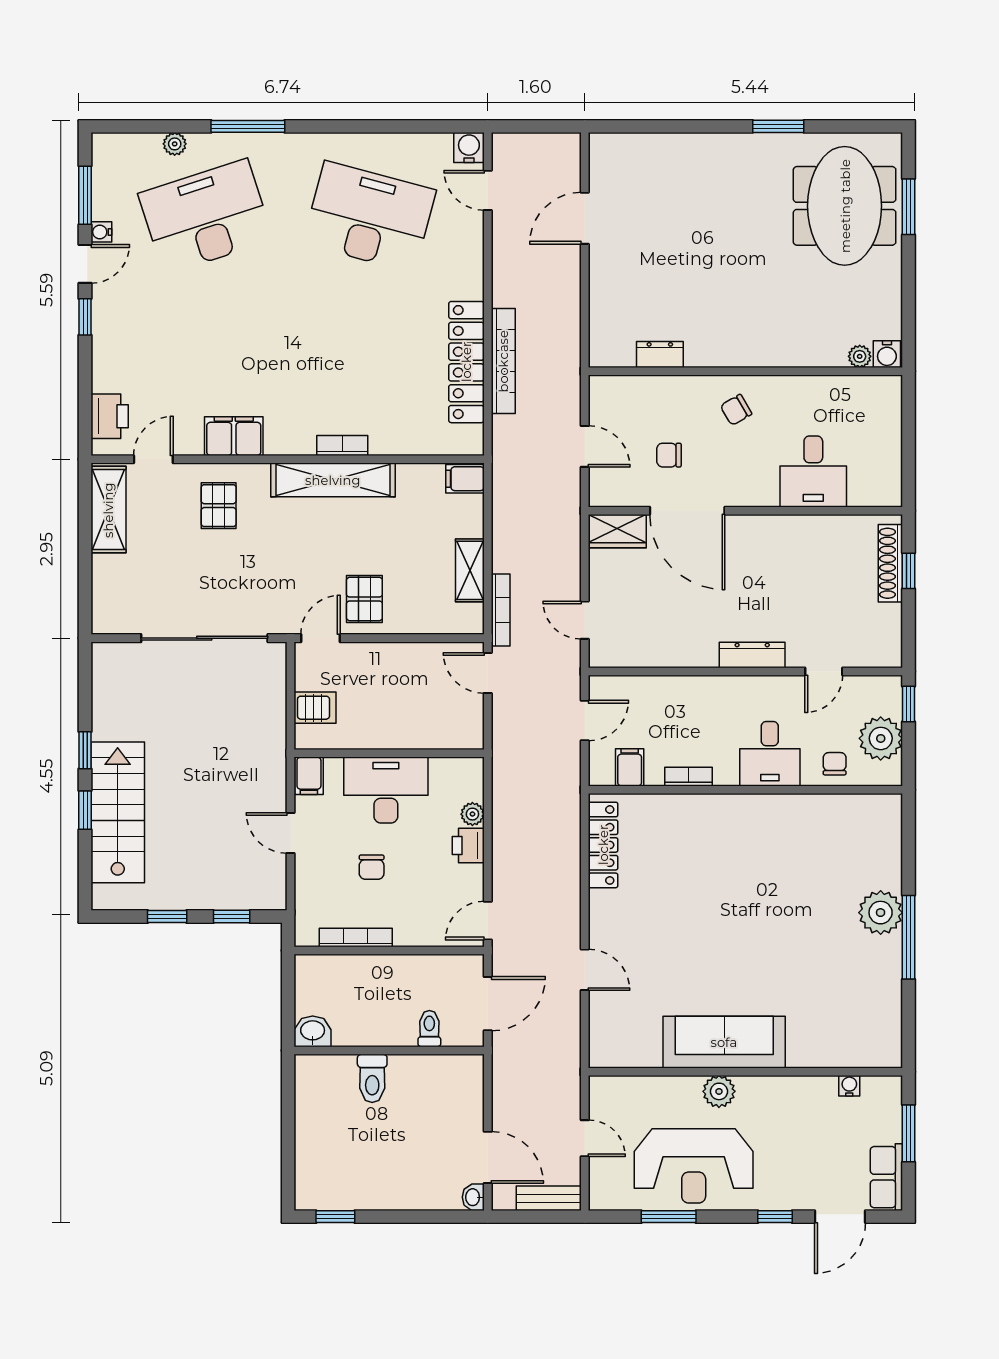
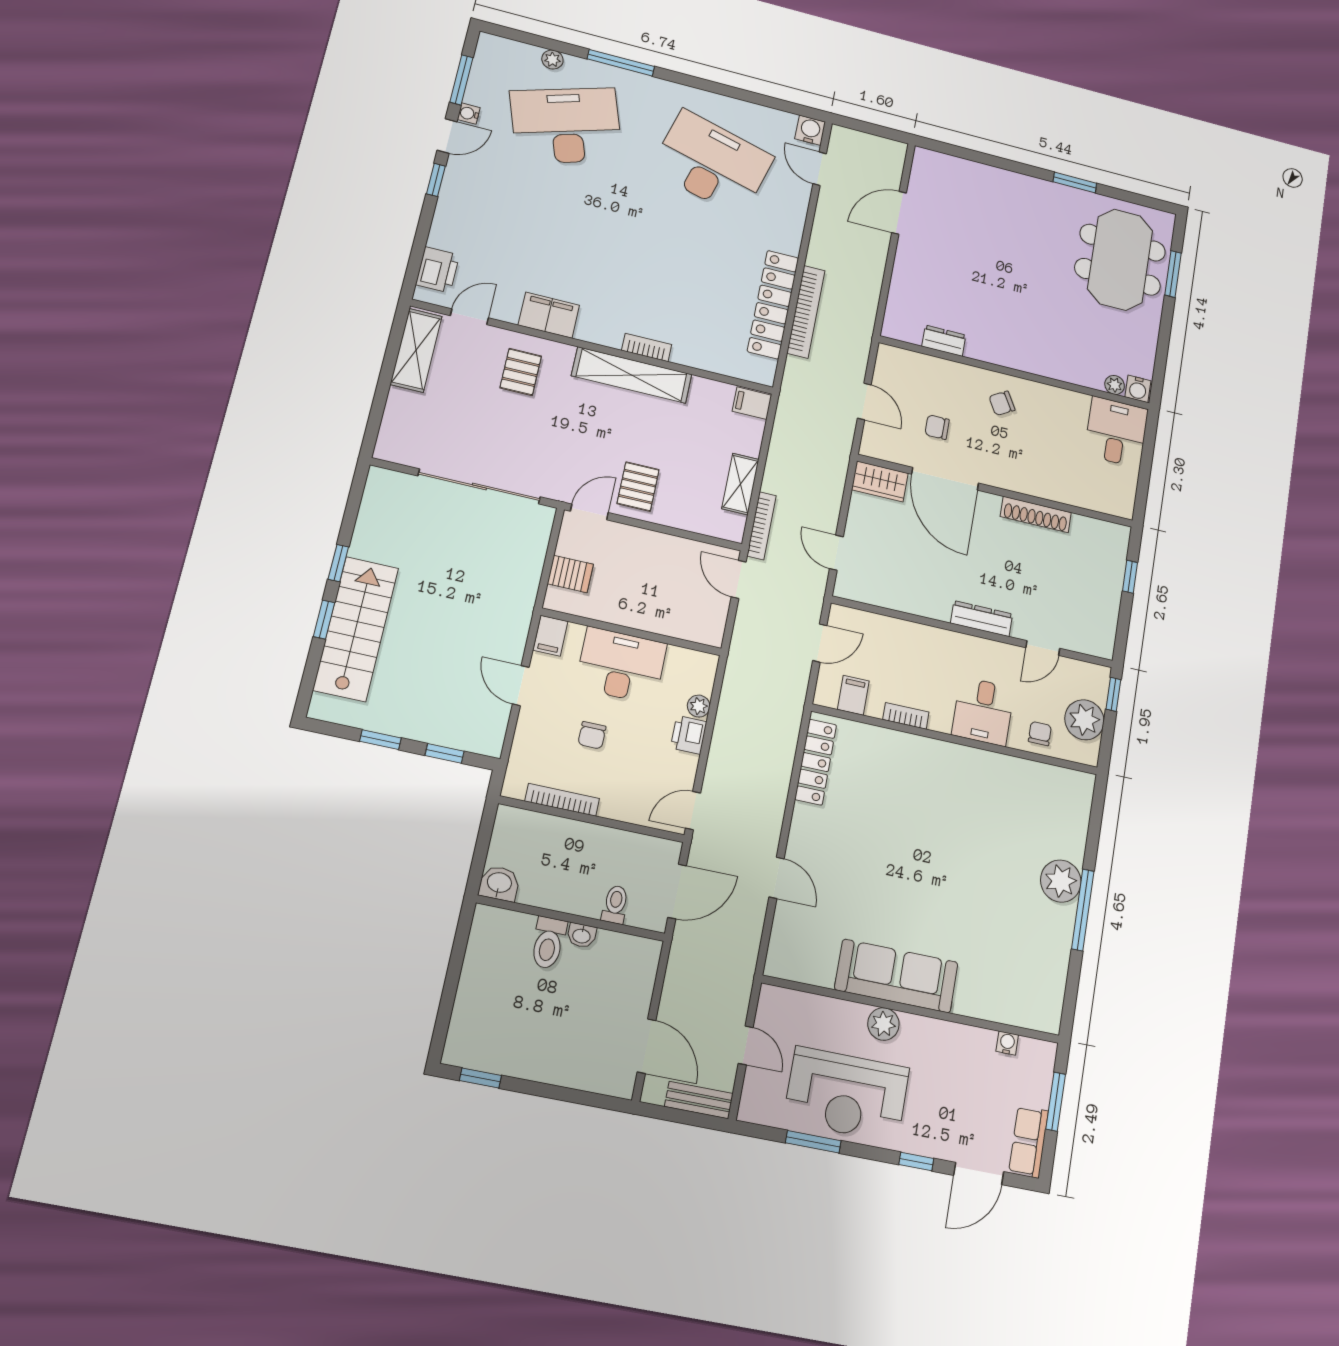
desk: (813, 472) -> (1116, 432), moved, turned 180
shoe rack: (890, 563) -> (1036, 514), moved, turned -90
washbasin: (473, 1197) -> (582, 935), moved, turned -90

